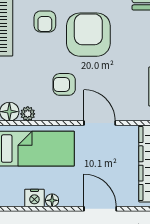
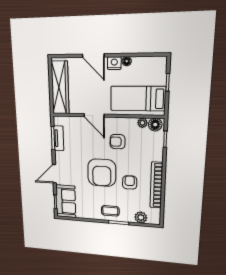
armchair: (64, 84) -> (117, 142), turned 180
nightstand: (34, 198) -> (114, 63), moved

